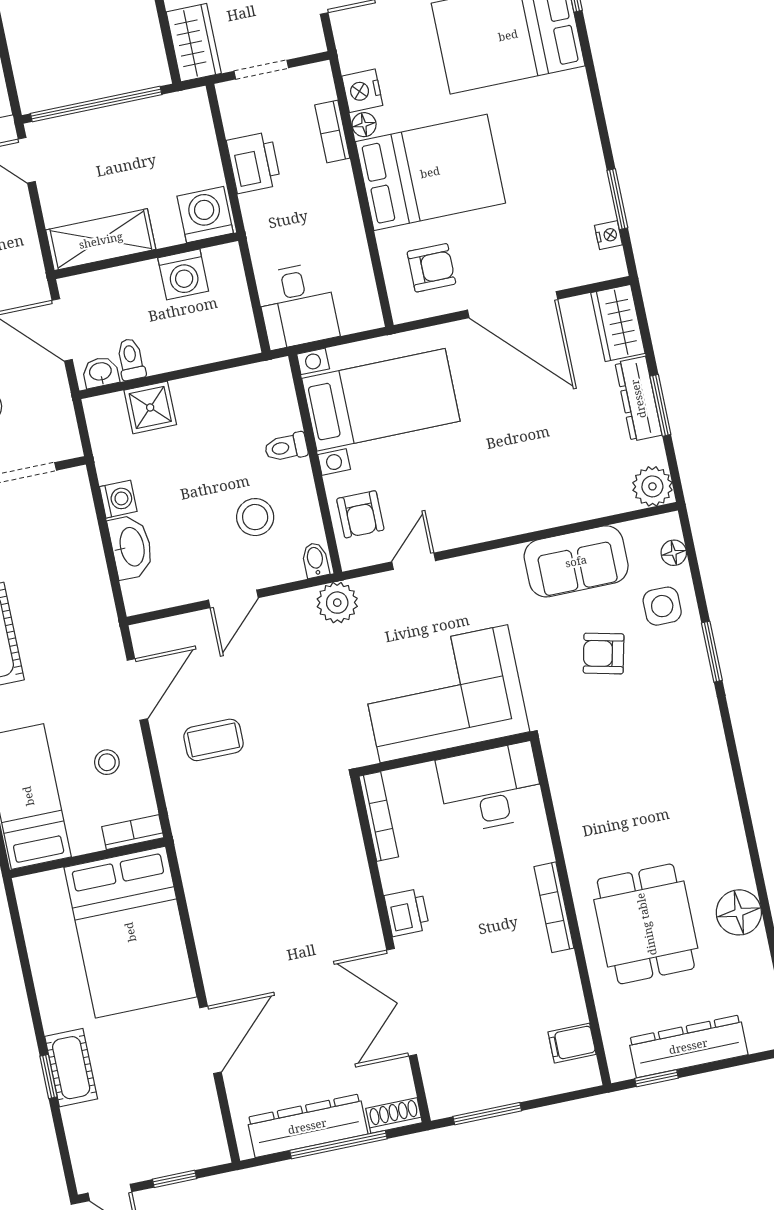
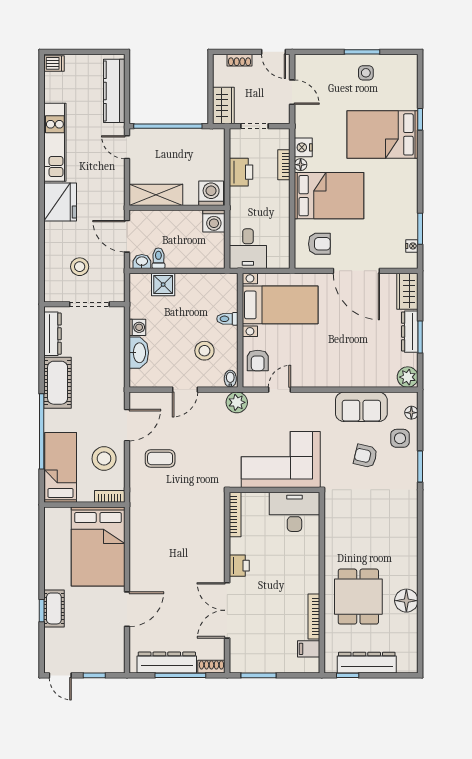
washing machine: (183, 274) -> (214, 221), moved
stool: (107, 762) -> (104, 459), width x1.89, depth x1.89
bookcase: (554, 907) -> (314, 616), moved

